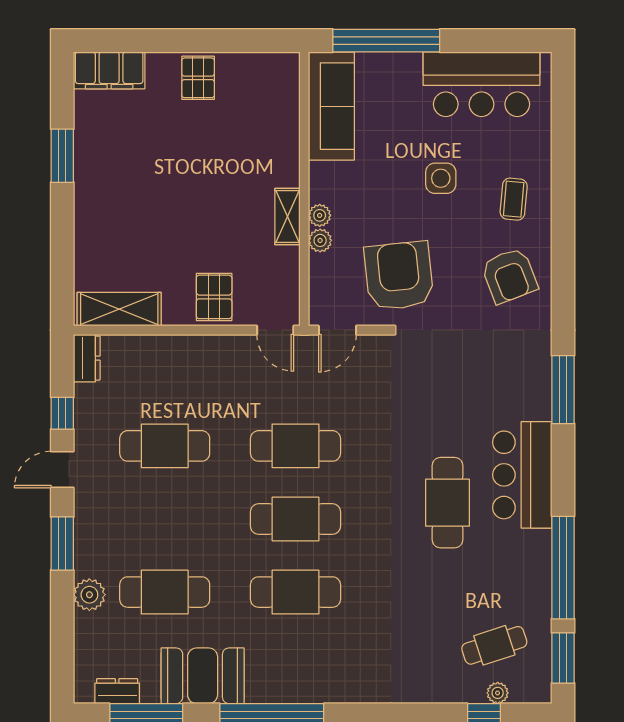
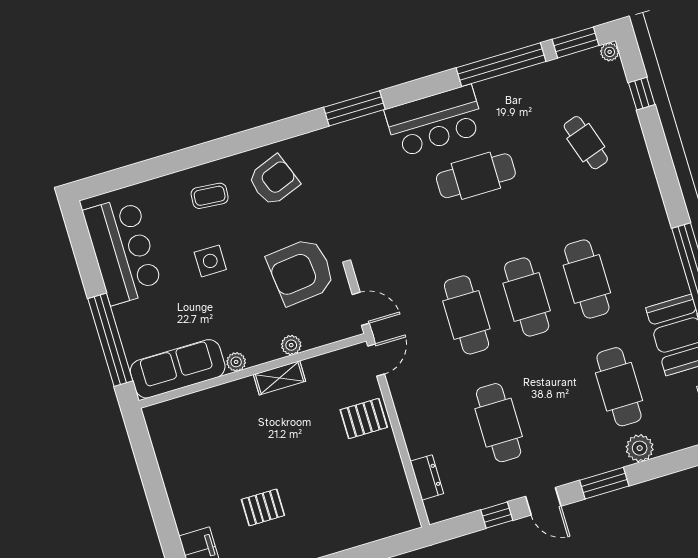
pallet: (198, 78) -> (263, 507), moved
plant: (320, 215) -> (236, 362), moved
shelving: (119, 309) -> (397, 494), removed
dresser: (87, 358) -> (427, 477), moved, turned 90
cafe table: (494, 645) -> (586, 143), moved
plant: (498, 693) -> (610, 52), moved

